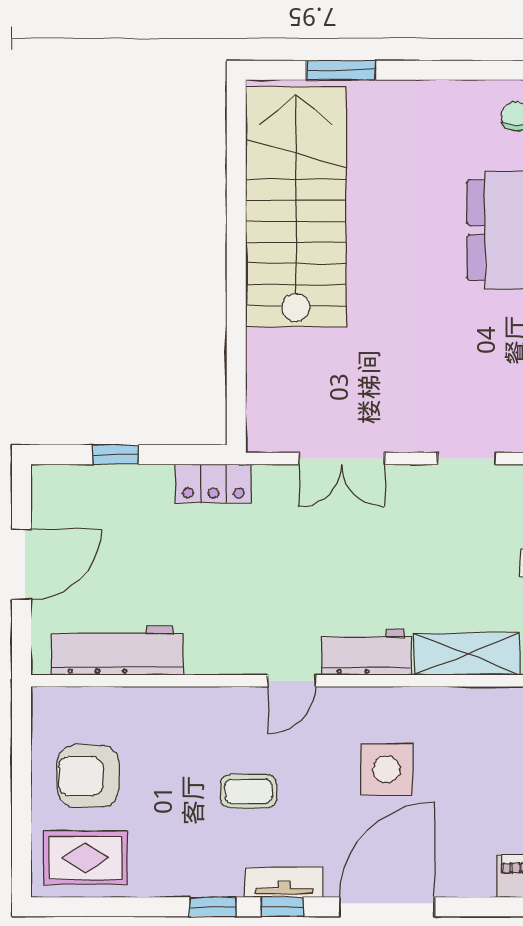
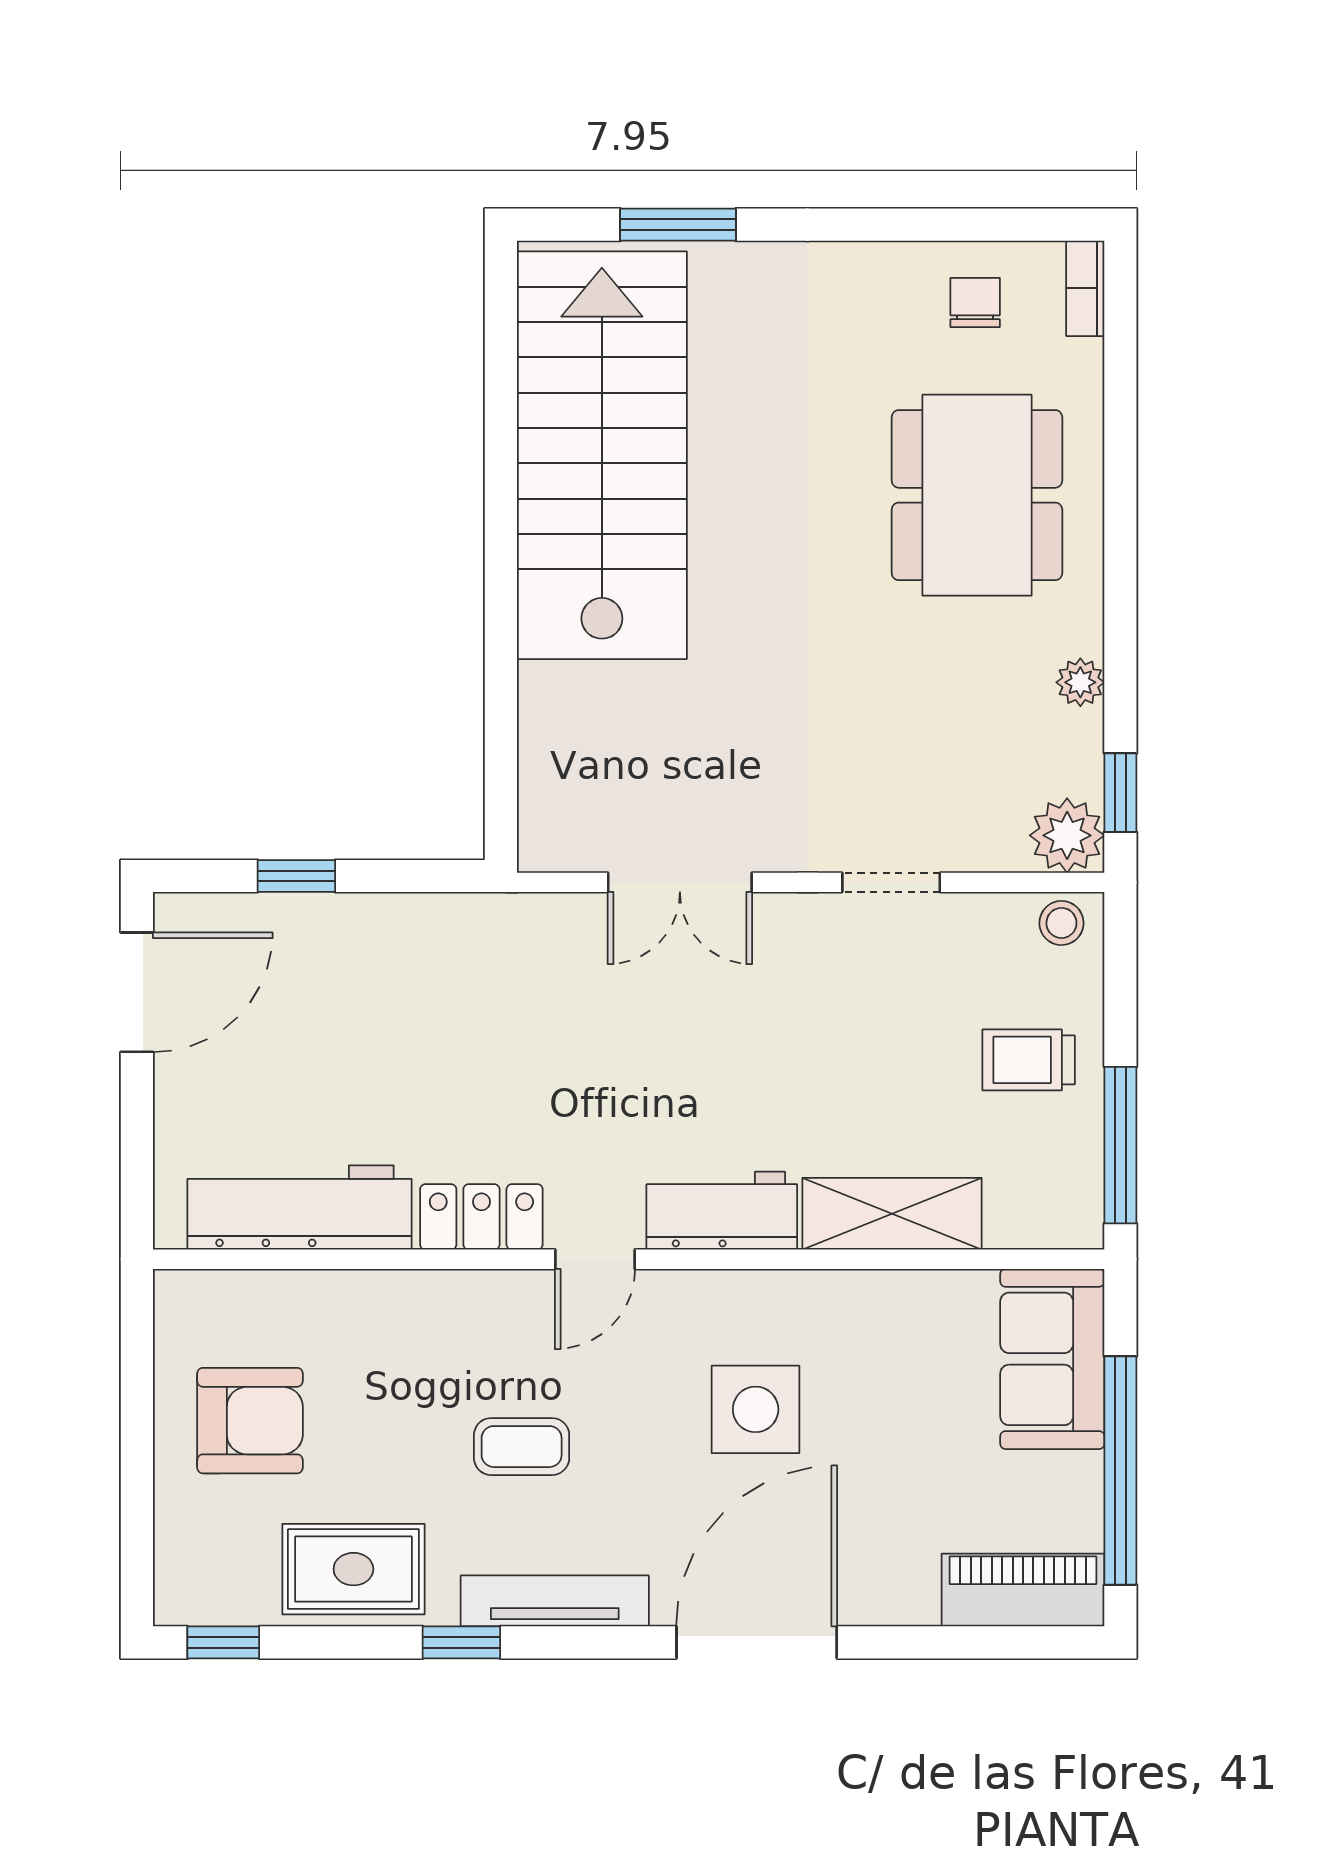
locker: (213, 483) -> (481, 1217), moved, turned 180
door: (21, 564) -> (137, 992), moved
armchair: (88, 776) -> (250, 1421), turned 180
rug: (85, 858) -> (353, 1569), moved
tv unit: (284, 882) -> (555, 1601), width x1.41
window: (282, 907) -> (223, 1642), moved

